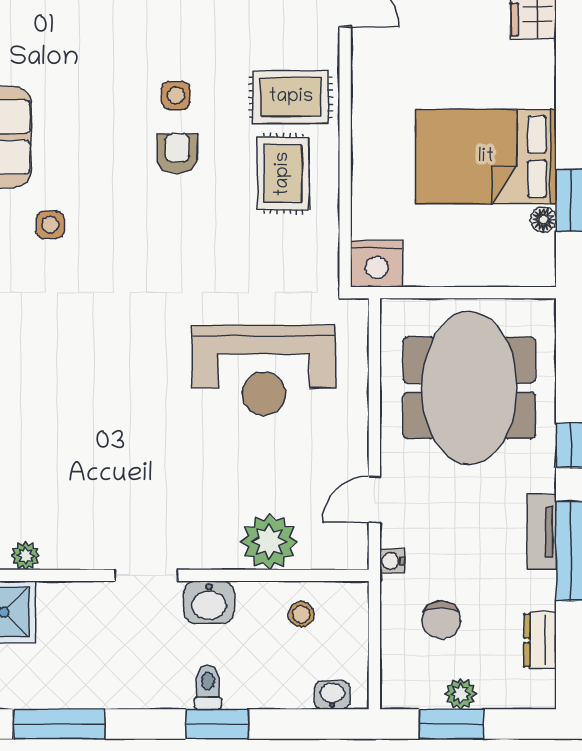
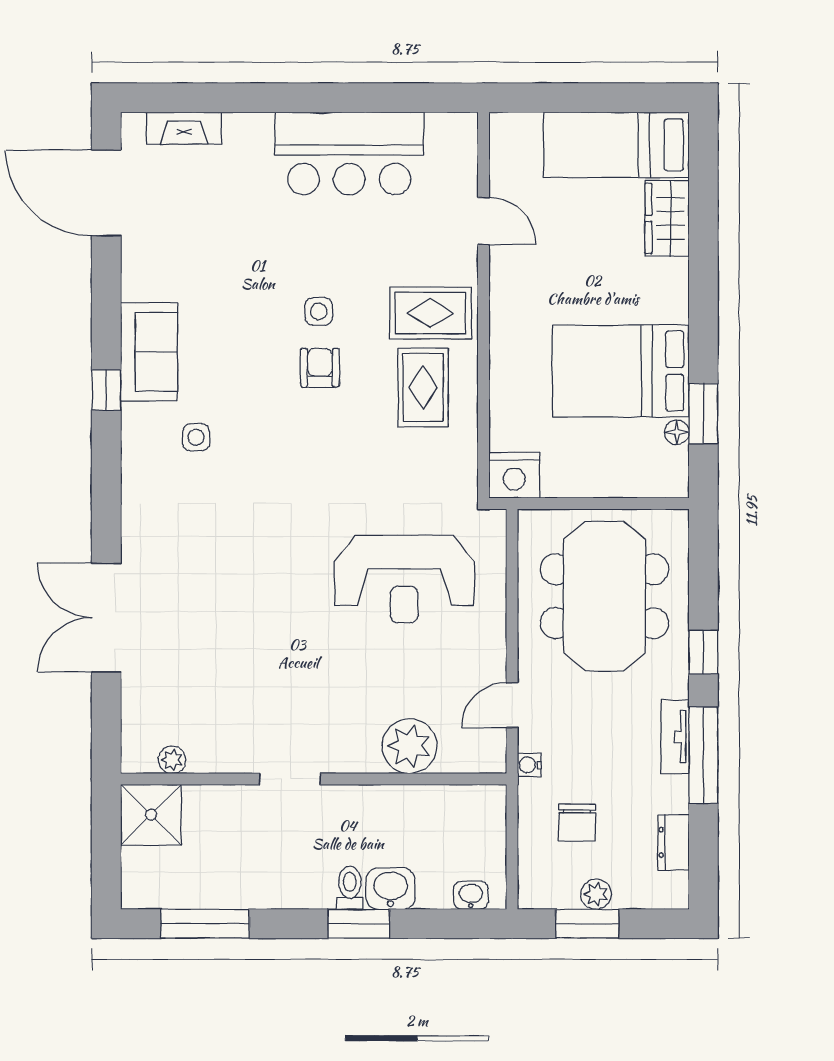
washbasin: (209, 602) -> (391, 889), moved, turned 180
stool: (301, 614) -> (441, 817), removed

